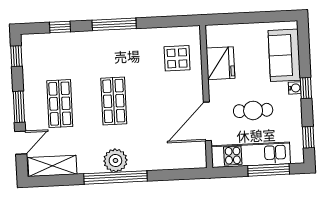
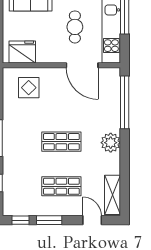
fridge: (221, 63) -> (22, 52), moved
window: (19, 107) -> (49, 220), moved
window: (115, 177) -> (125, 102), moved

